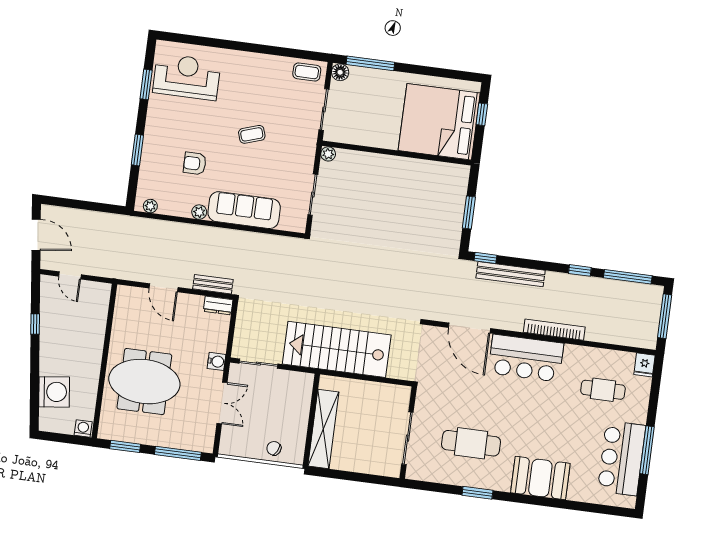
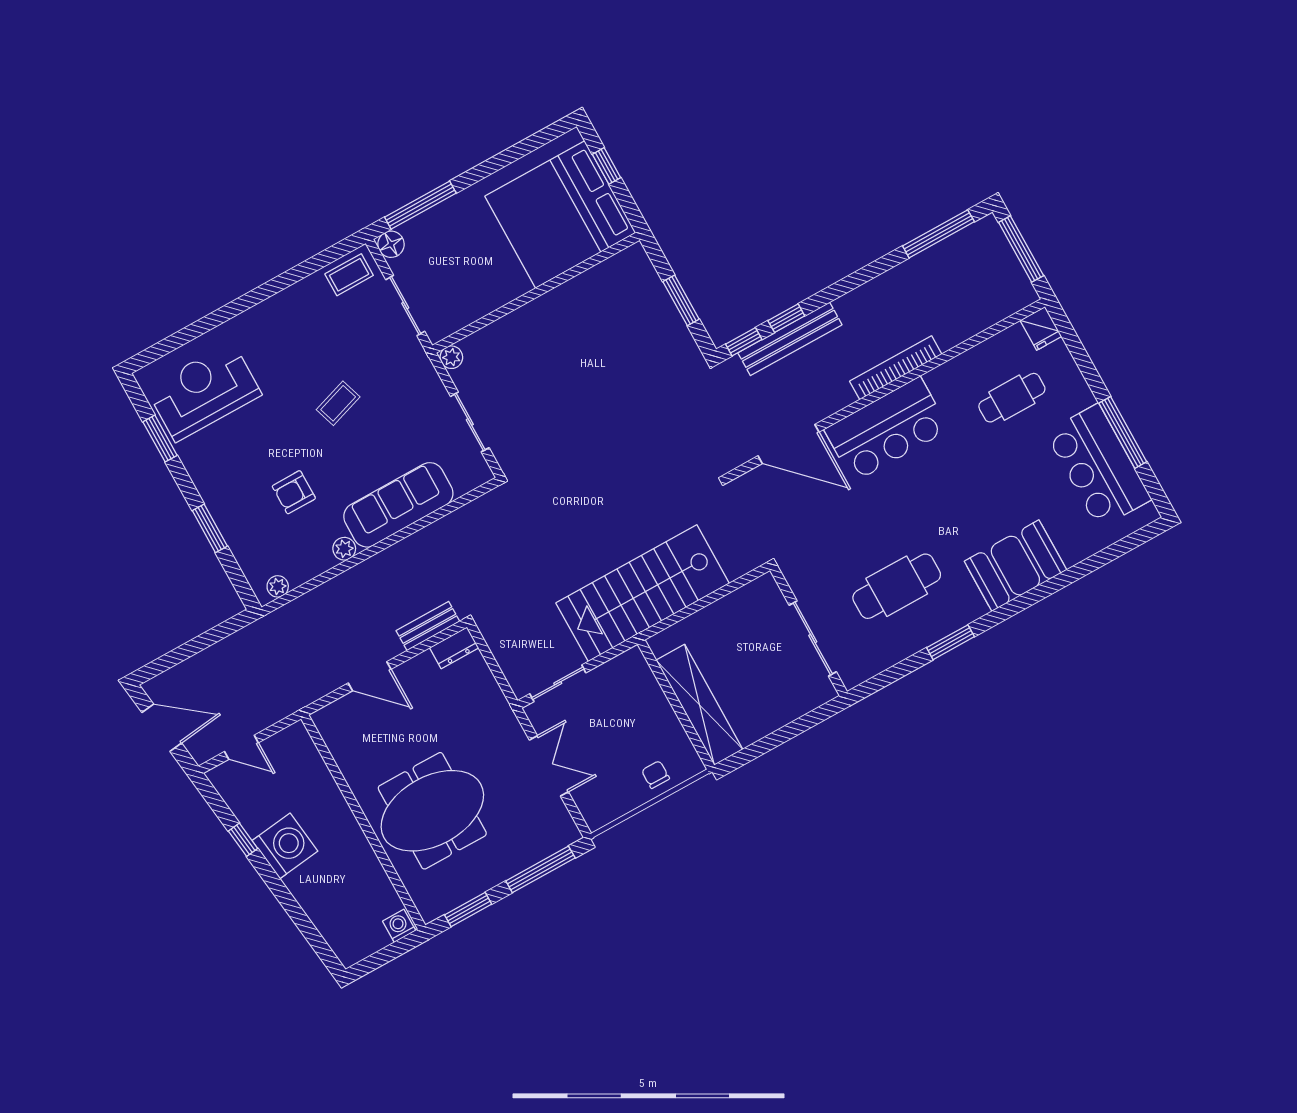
window: (580, 270) -> (786, 318), moved
water cooler: (216, 361) -> (504, 719), removed
washing machine: (54, 392) -> (285, 846), moved
chair: (274, 448) -> (656, 775), turned 63

